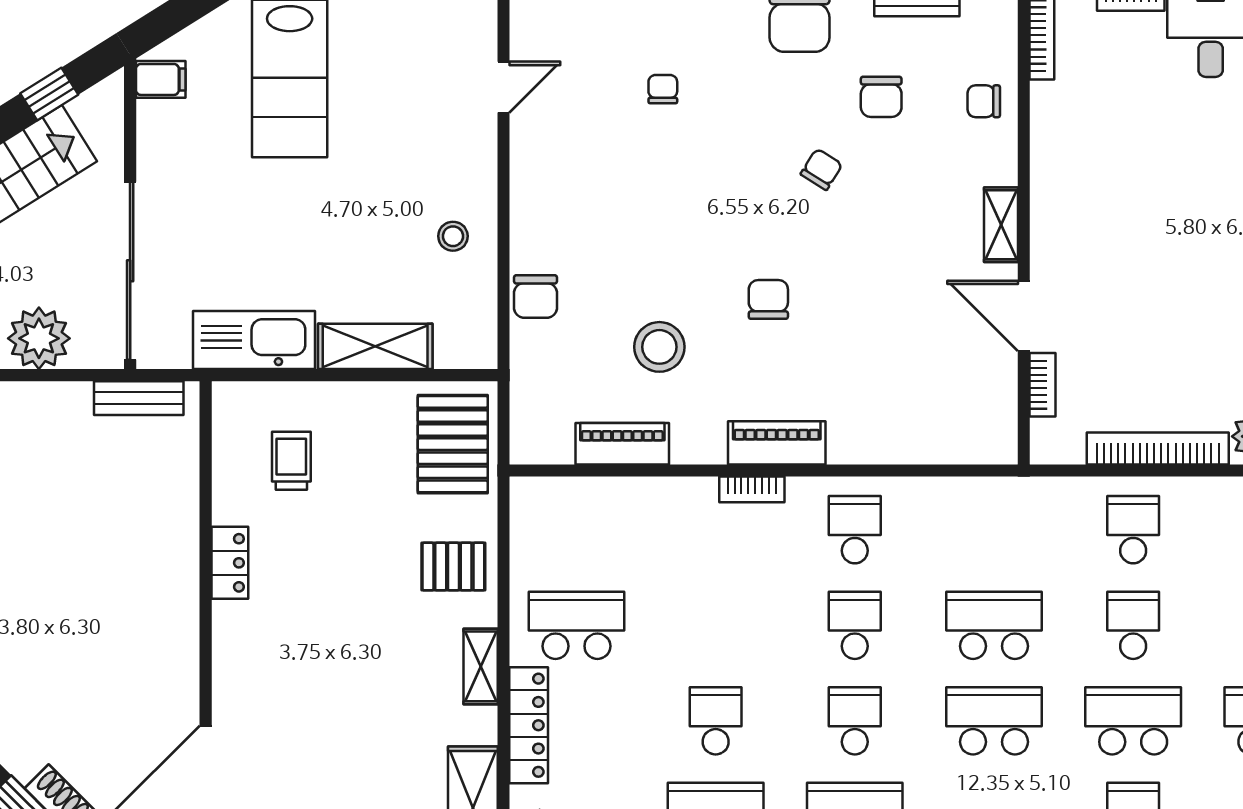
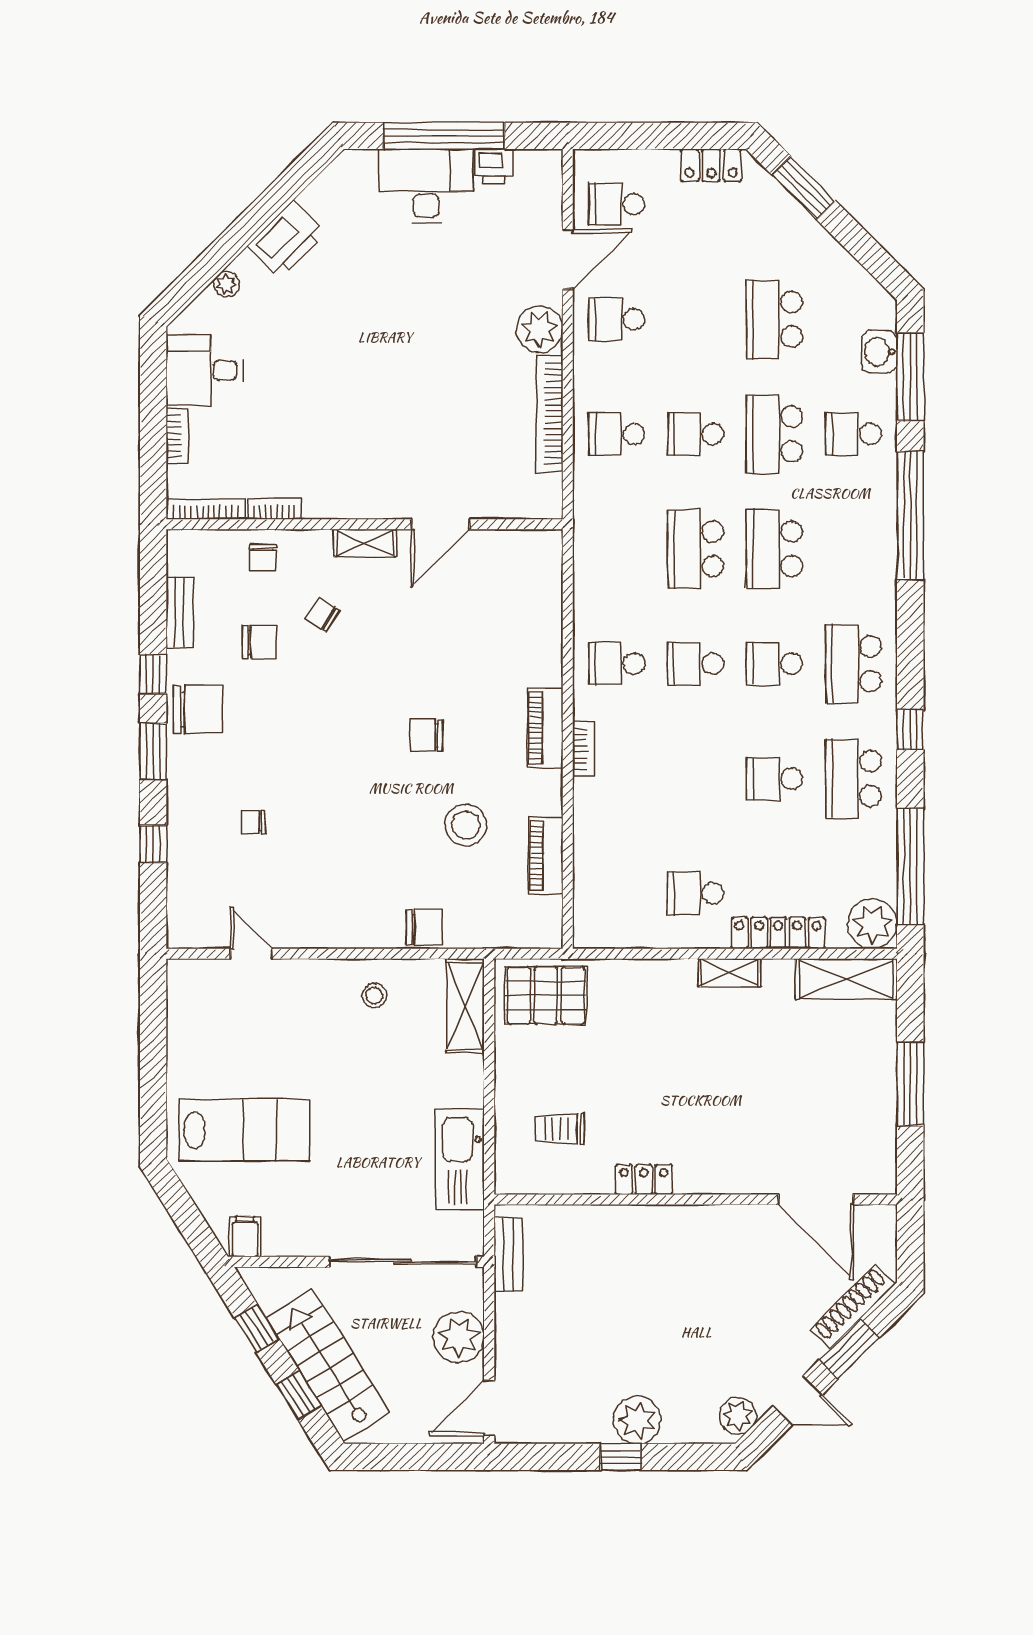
chair: (821, 169) -> (322, 615), moved
shelving: (375, 346) -> (465, 1006), moved
bookcase: (1042, 385) -> (274, 509), moved
pallet: (453, 567) -> (647, 995), removed
school desk: (576, 625) -> (696, 893), width x0.54

